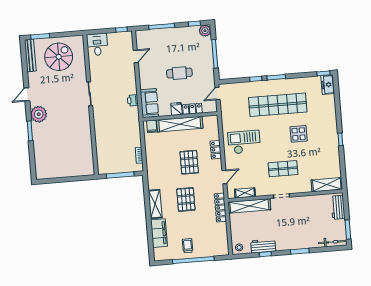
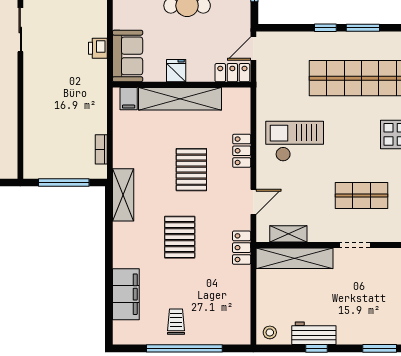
locker: (192, 109) -> (232, 73), moved
shelving: (155, 204) -> (123, 195), moved
locker: (220, 208) -> (242, 248), width x0.66

